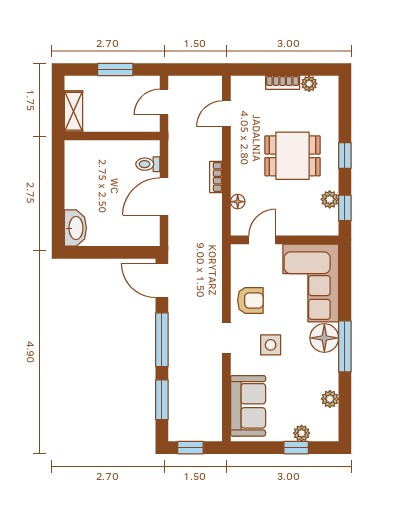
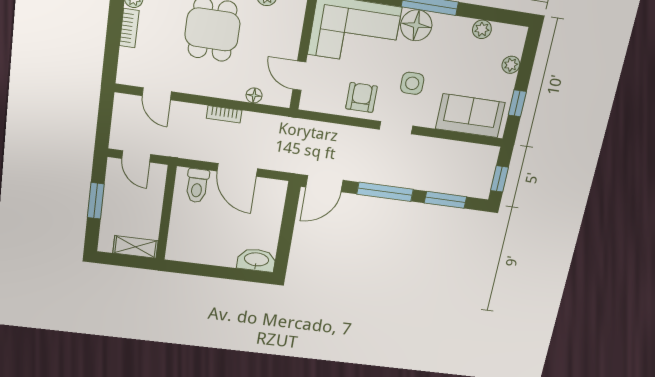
toilet: (148, 164) -> (197, 186), width x1.37, depth x1.39
window: (296, 448) -> (517, 103), moved

